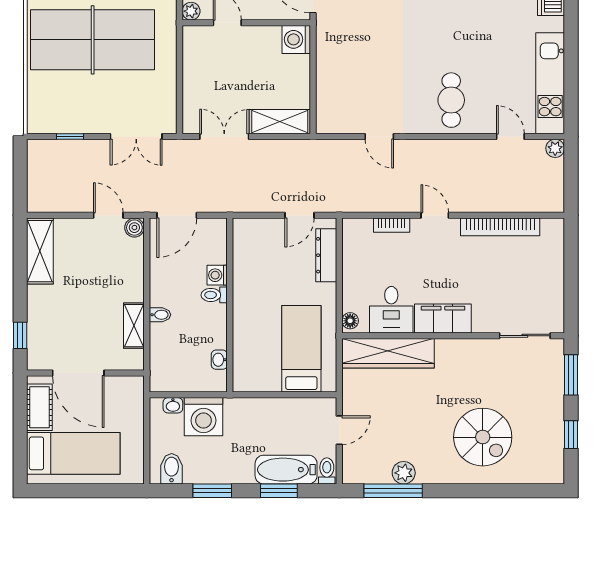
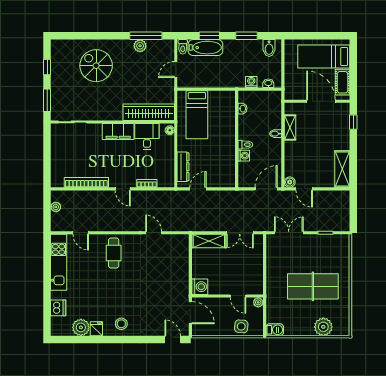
table tennis table: (93, 40) -> (313, 286), width x0.73, depth x0.76
plant: (555, 148) -> (56, 207), moved
washing machine: (203, 417) -> (251, 82), width x0.53, depth x0.53

